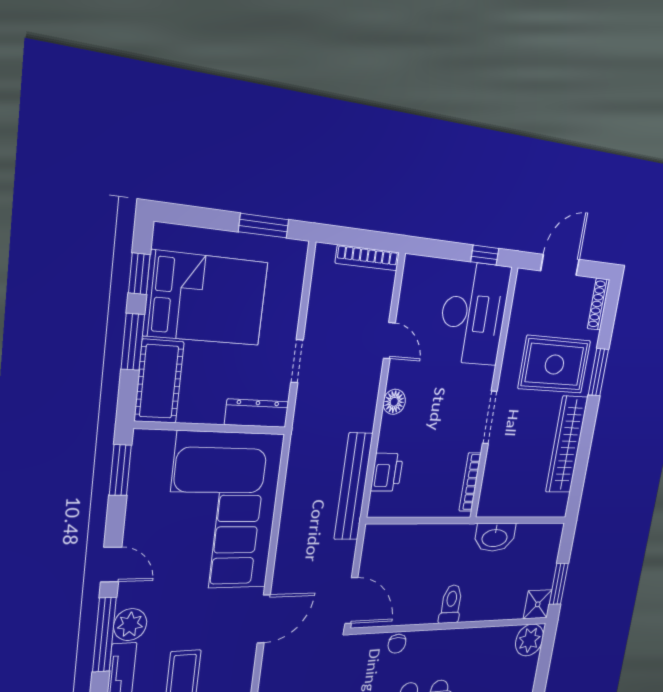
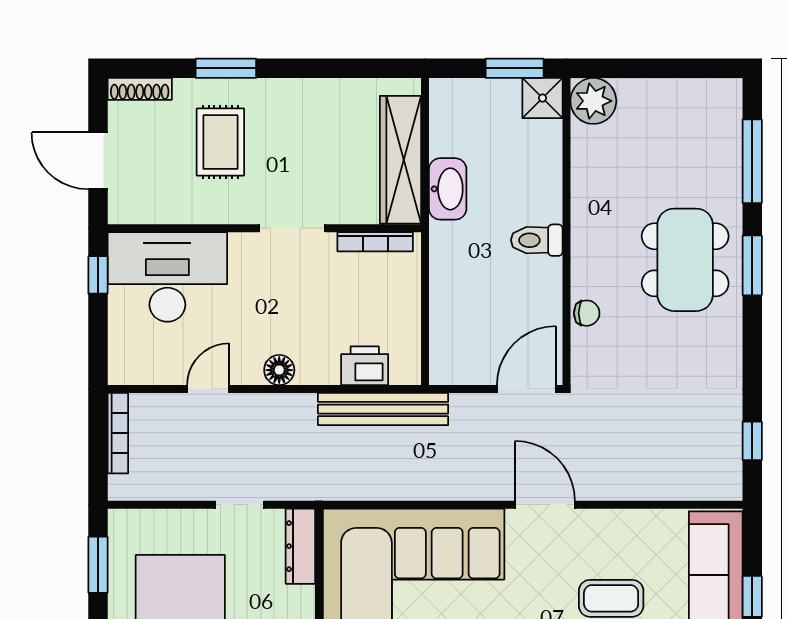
rug: (554, 364) -> (220, 142), width x0.73, depth x0.70
wardrobe: (567, 445) -> (401, 160), moved, turned 90

